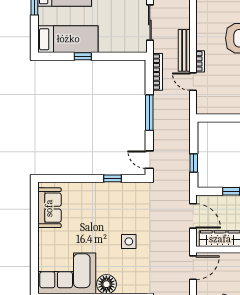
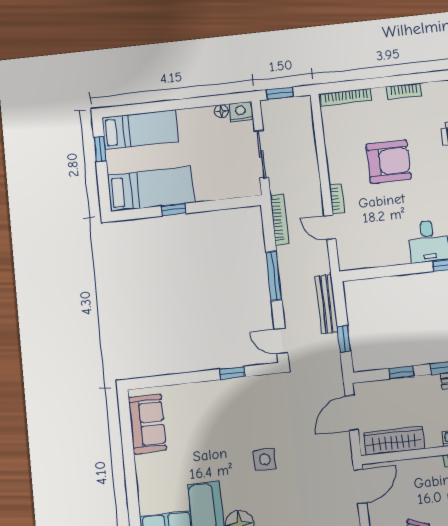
bench: (184, 50) -> (327, 304), moved
door: (193, 216) -> (352, 413), swing flipped

